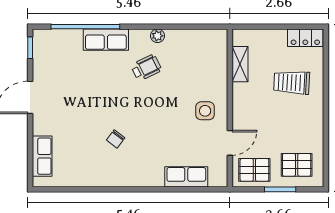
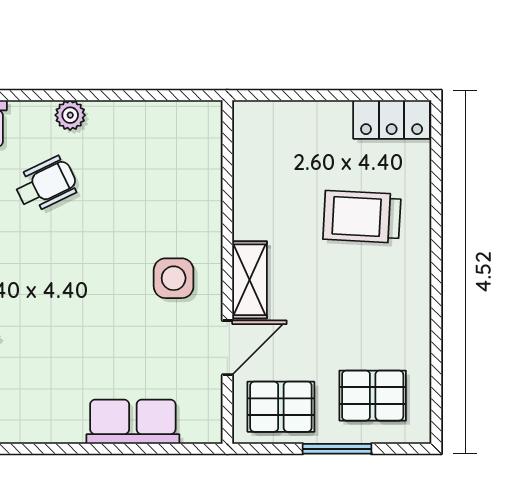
shelving: (240, 64) -> (250, 280), moved

